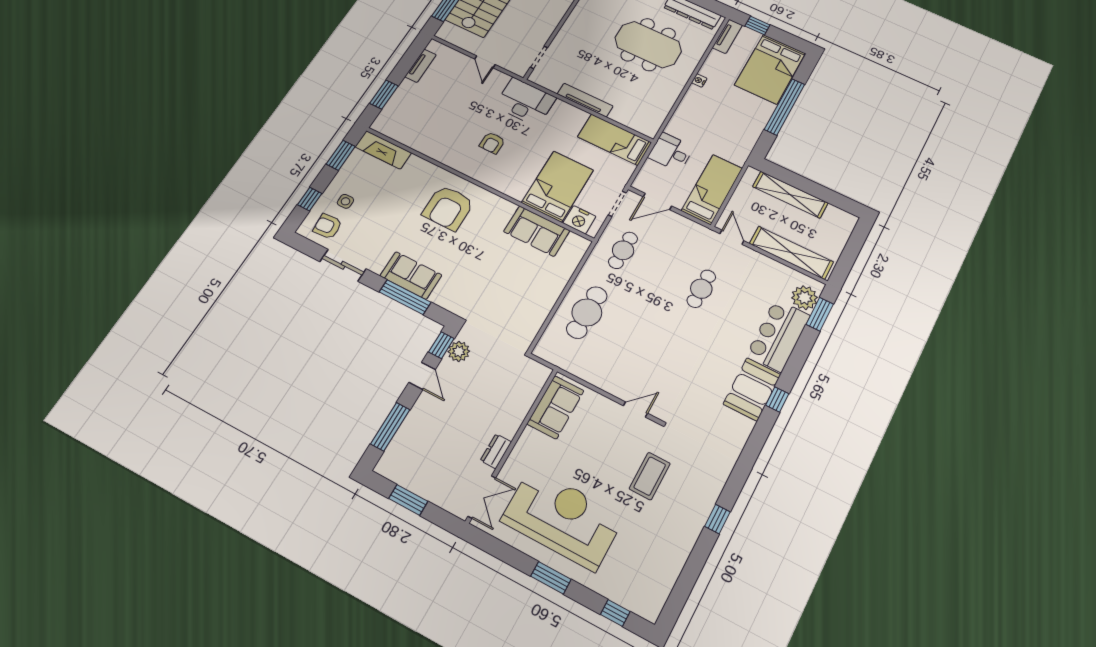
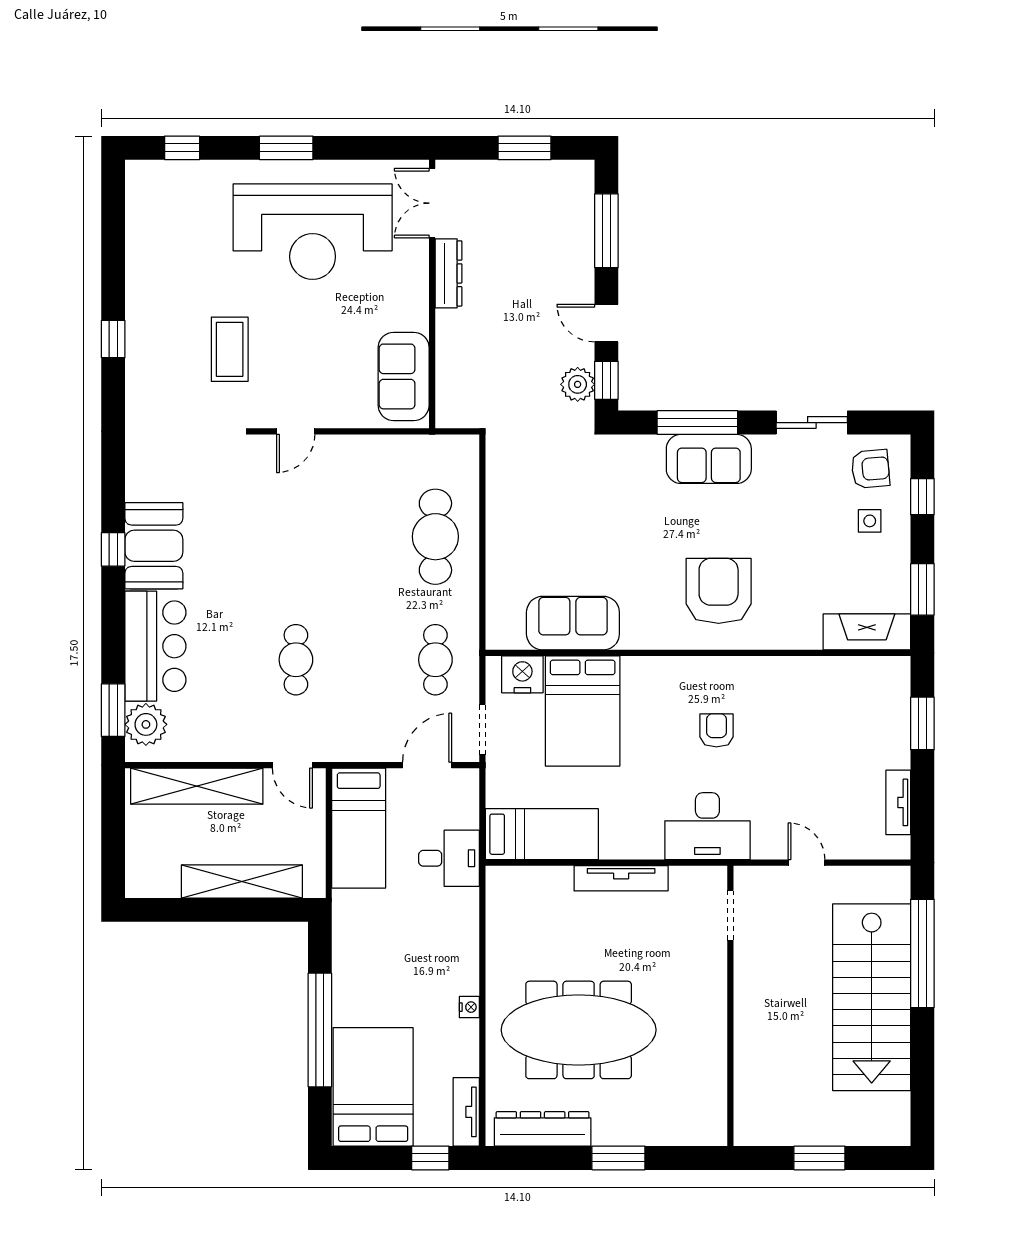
meeting table: (648, 45) -> (579, 1030), width x1.36
dresser: (496, 451) -> (449, 273), width x1.44

